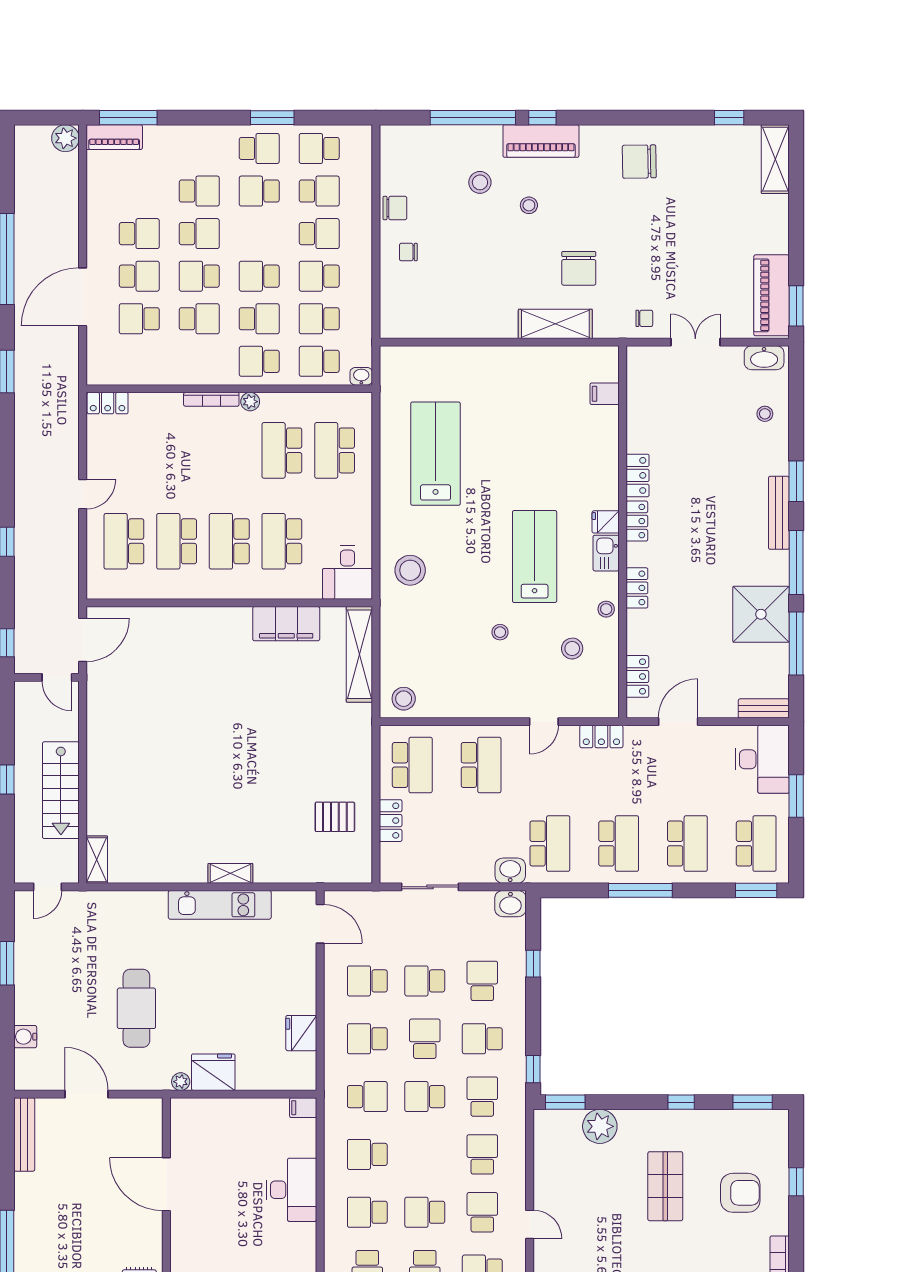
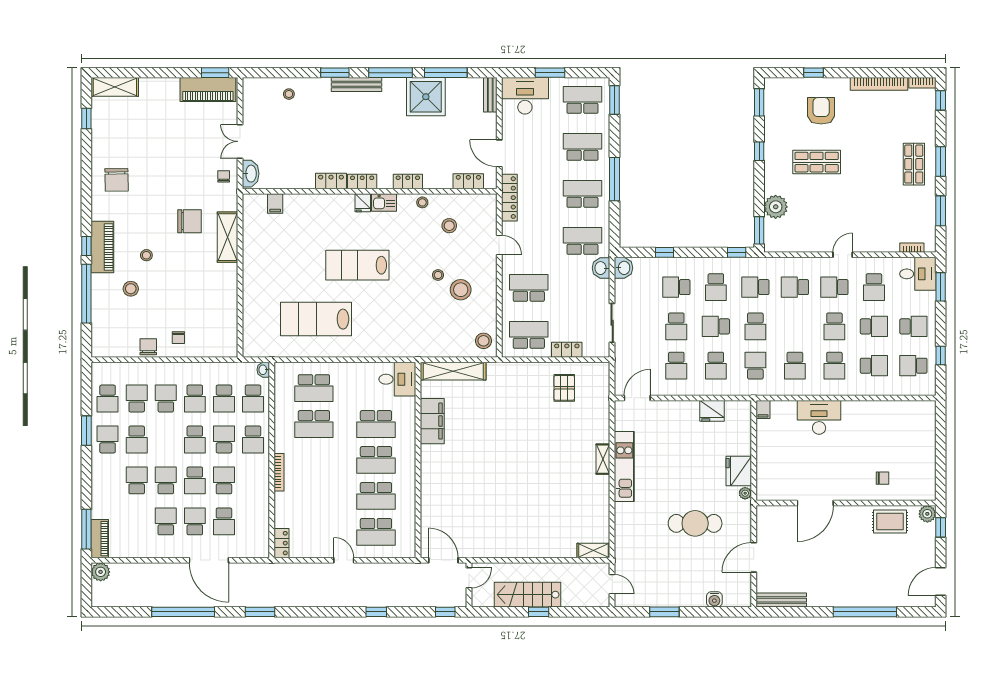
washbasin: (764, 358) -> (251, 174), moved
plant: (250, 402) -> (281, 446), removed
lab bench: (535, 557) -> (357, 265), moved
stool: (410, 570) -> (461, 290), moved
locker: (601, 737) -> (509, 198), width x1.53
stairs: (61, 790) -> (528, 595), moved, turned 180

